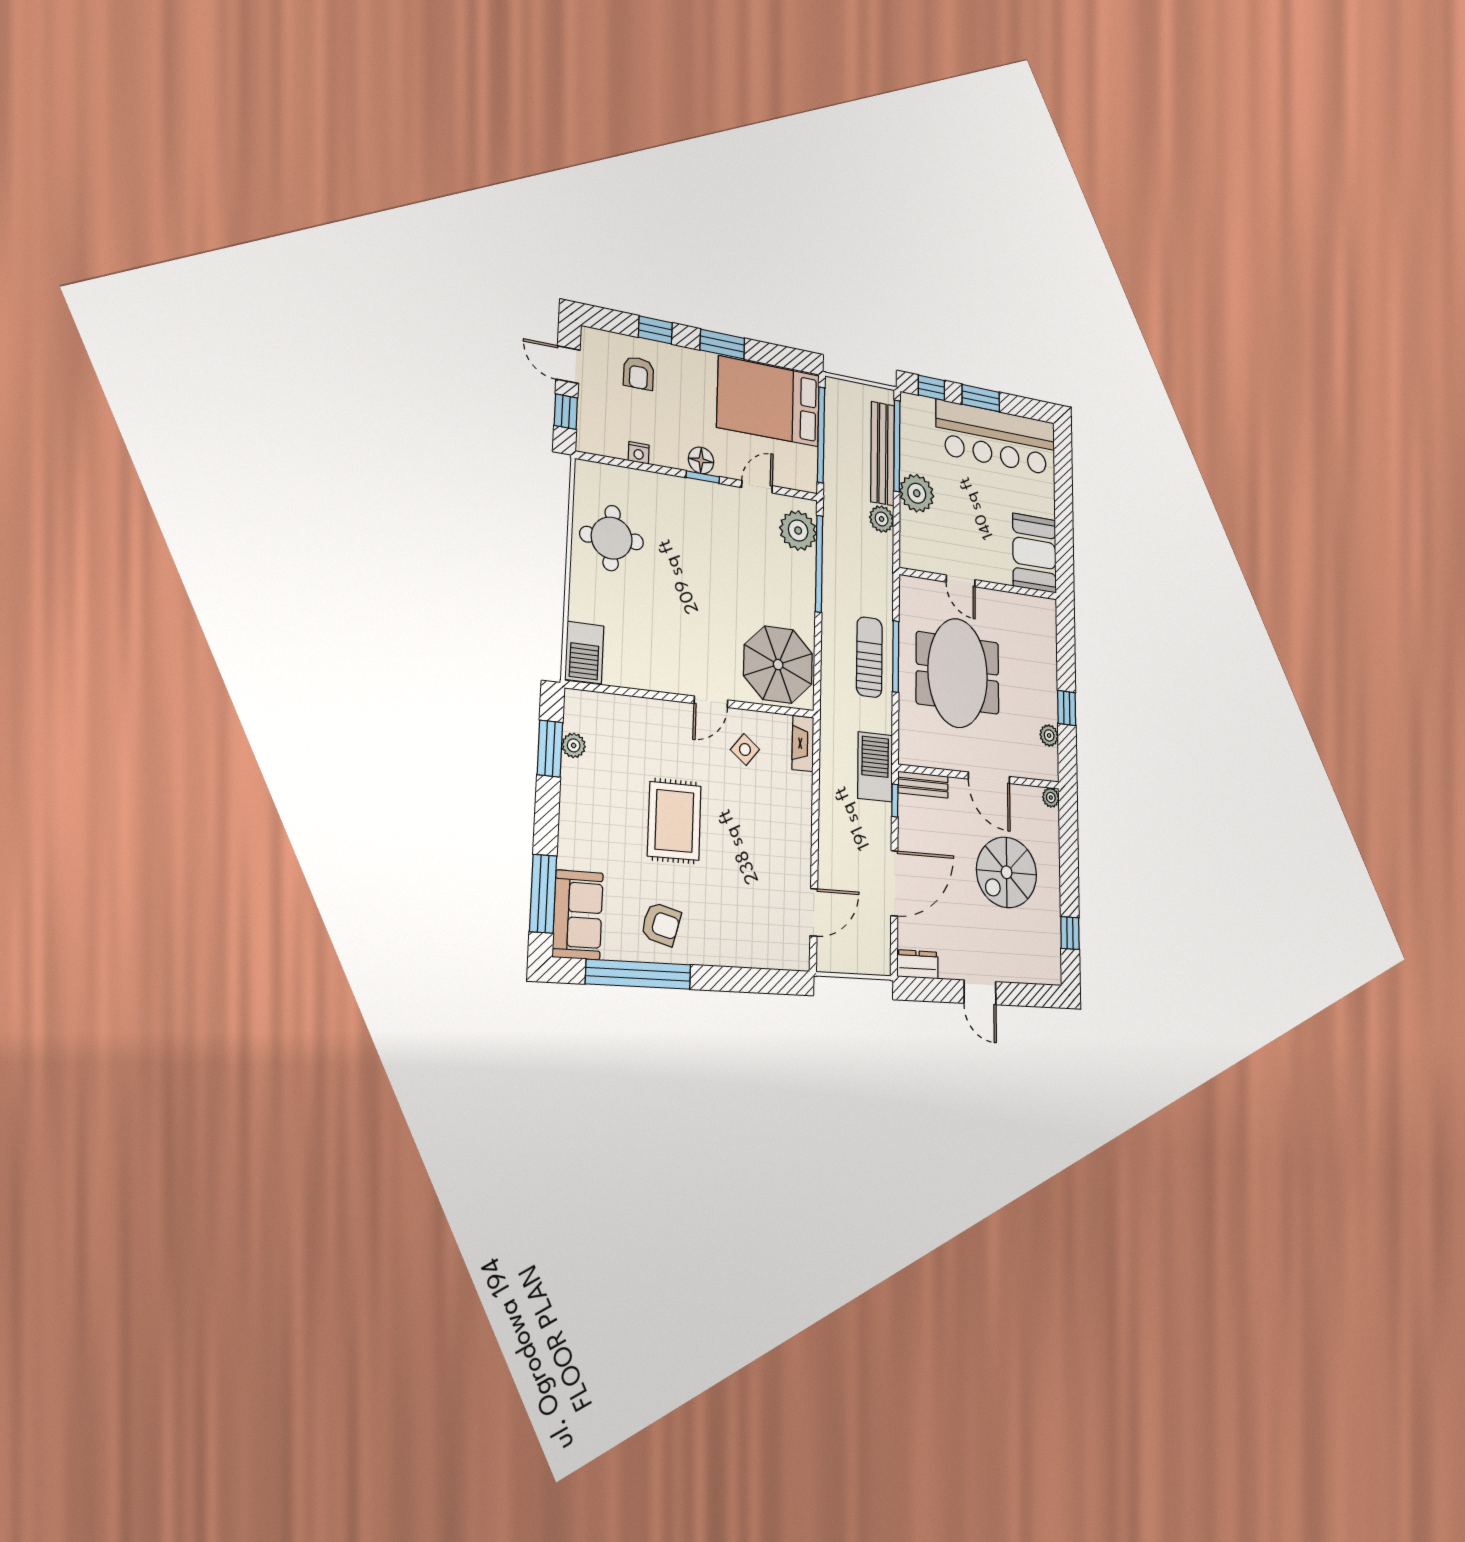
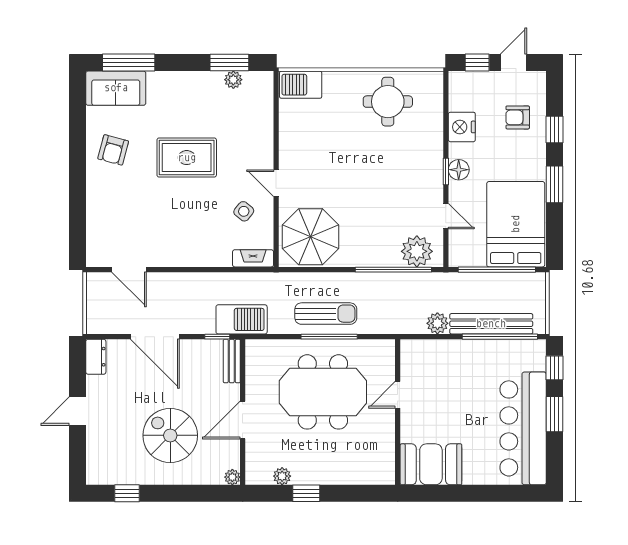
nightstand: (639, 453) -> (462, 127), width x1.89, depth x1.79
plant: (917, 493) -> (464, 355), removed
window: (638, 974) -> (78, 134), removed

